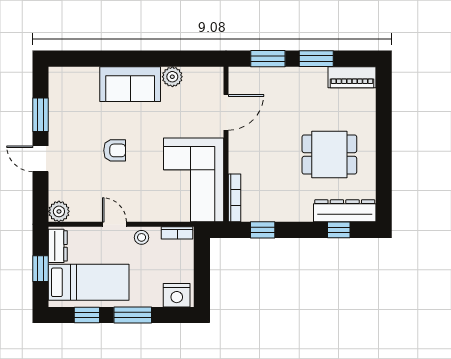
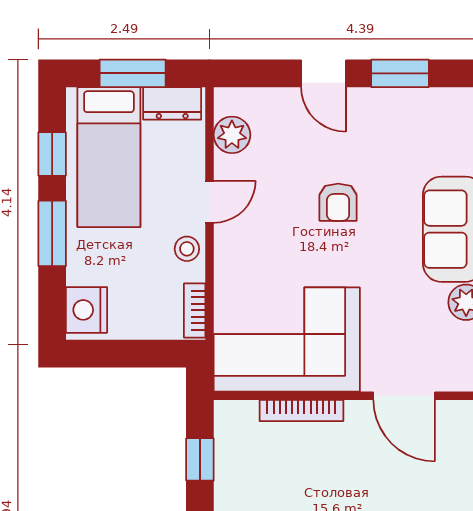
door: (41, 159) -> (323, 73), swing flipped
bookcase: (235, 198) -> (301, 410), moved
plant: (59, 211) -> (232, 135), moved
window: (41, 269) -> (133, 73), width x1.50

